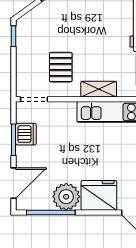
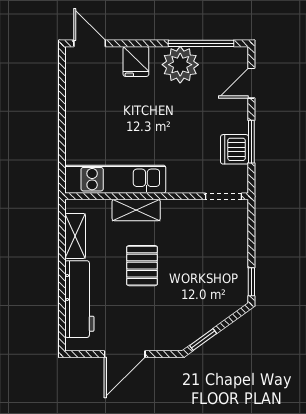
pallet: (61, 67) -> (142, 266), moved
door: (14, 183) -> (251, 83), width x0.73
fridge: (99, 195) -> (136, 61), width x0.53, depth x0.75

